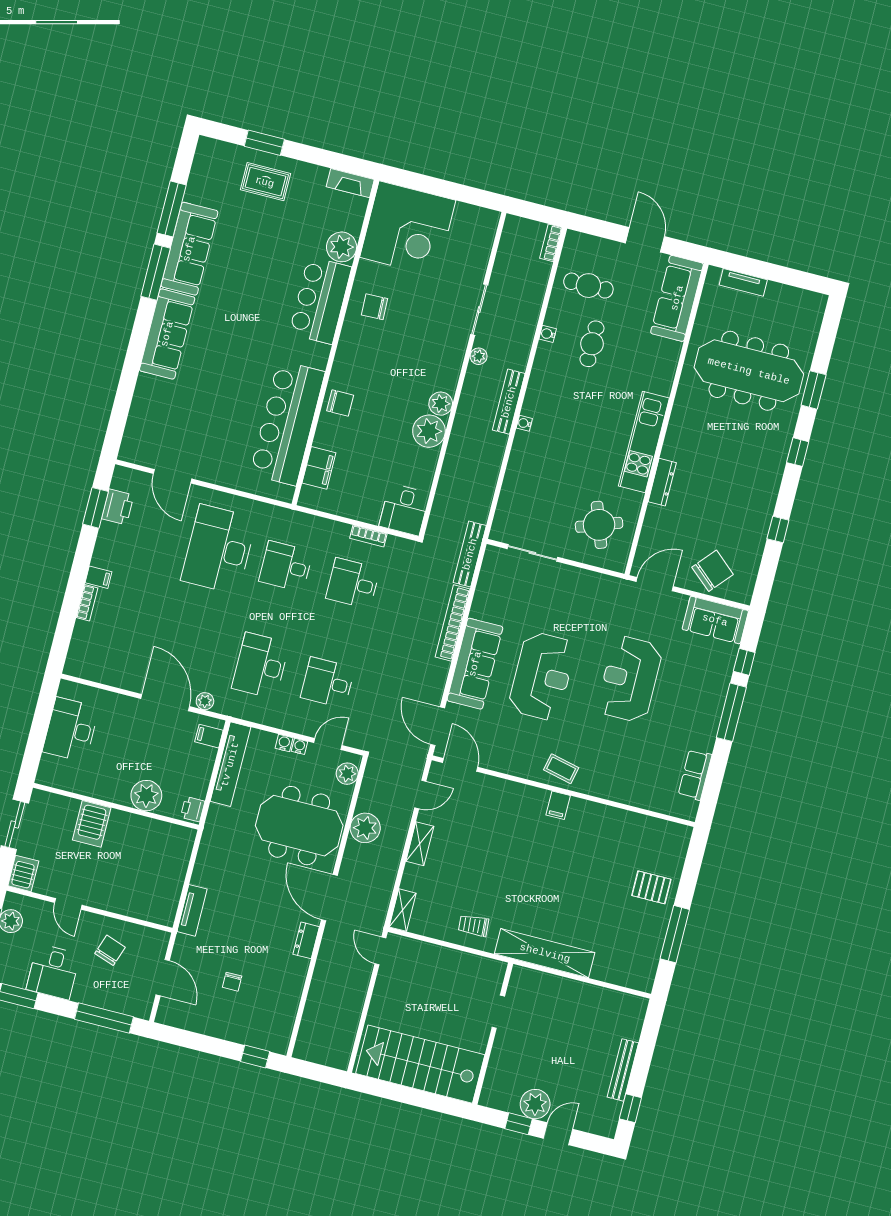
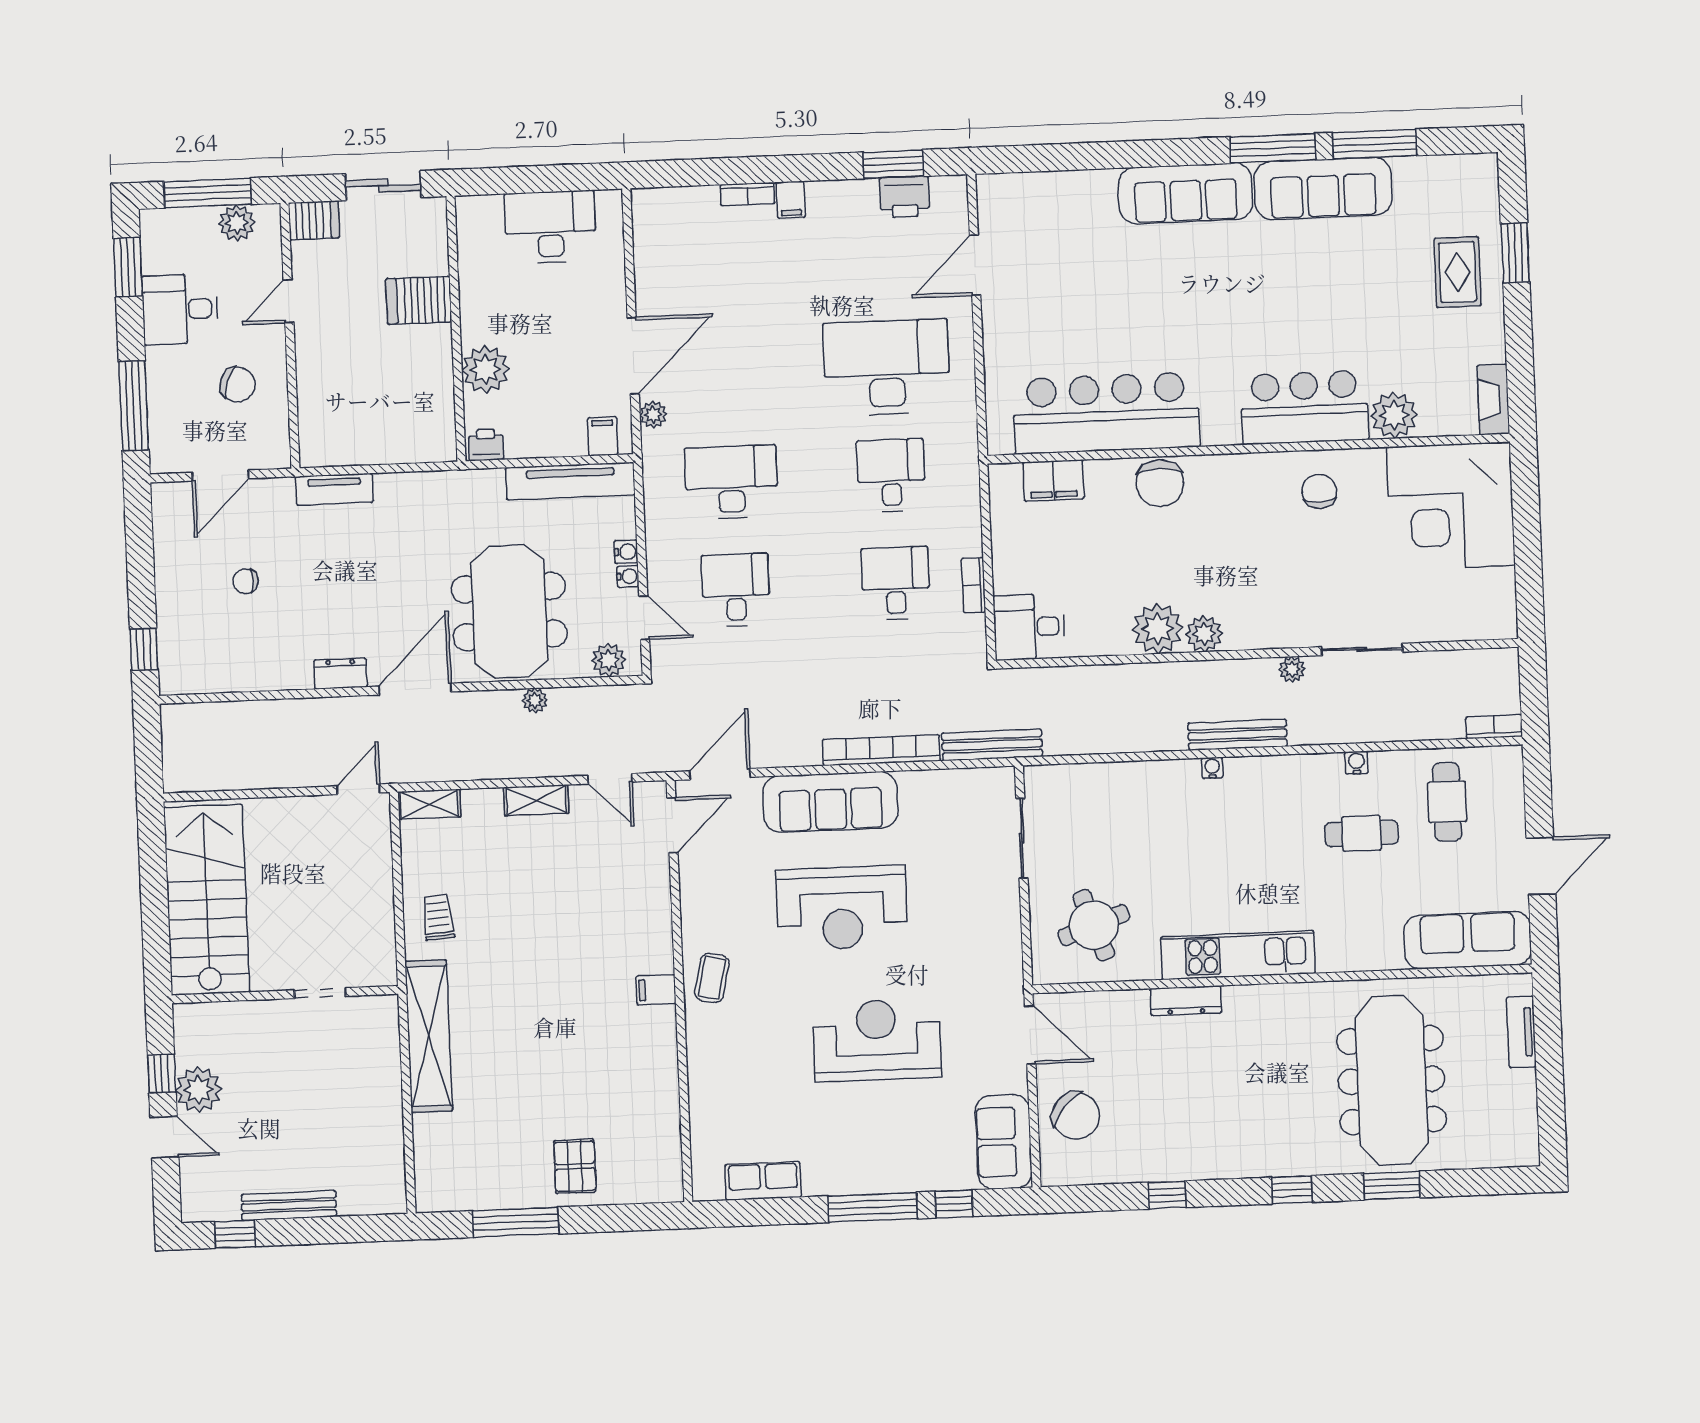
chair: (340, 403) -> (1160, 483), width x1.37, depth x1.37
plant: (365, 828) -> (535, 700), width x0.53, depth x0.53

